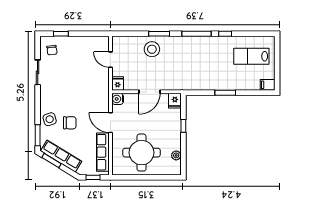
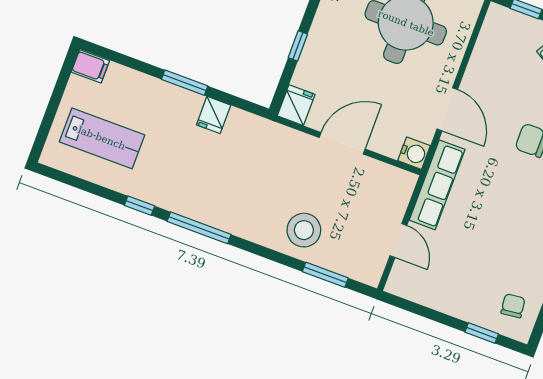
window: (159, 34) -> (325, 275), moved
fridge: (118, 84) -> (214, 115), moved
row of seats: (103, 152) -> (437, 185), moved

